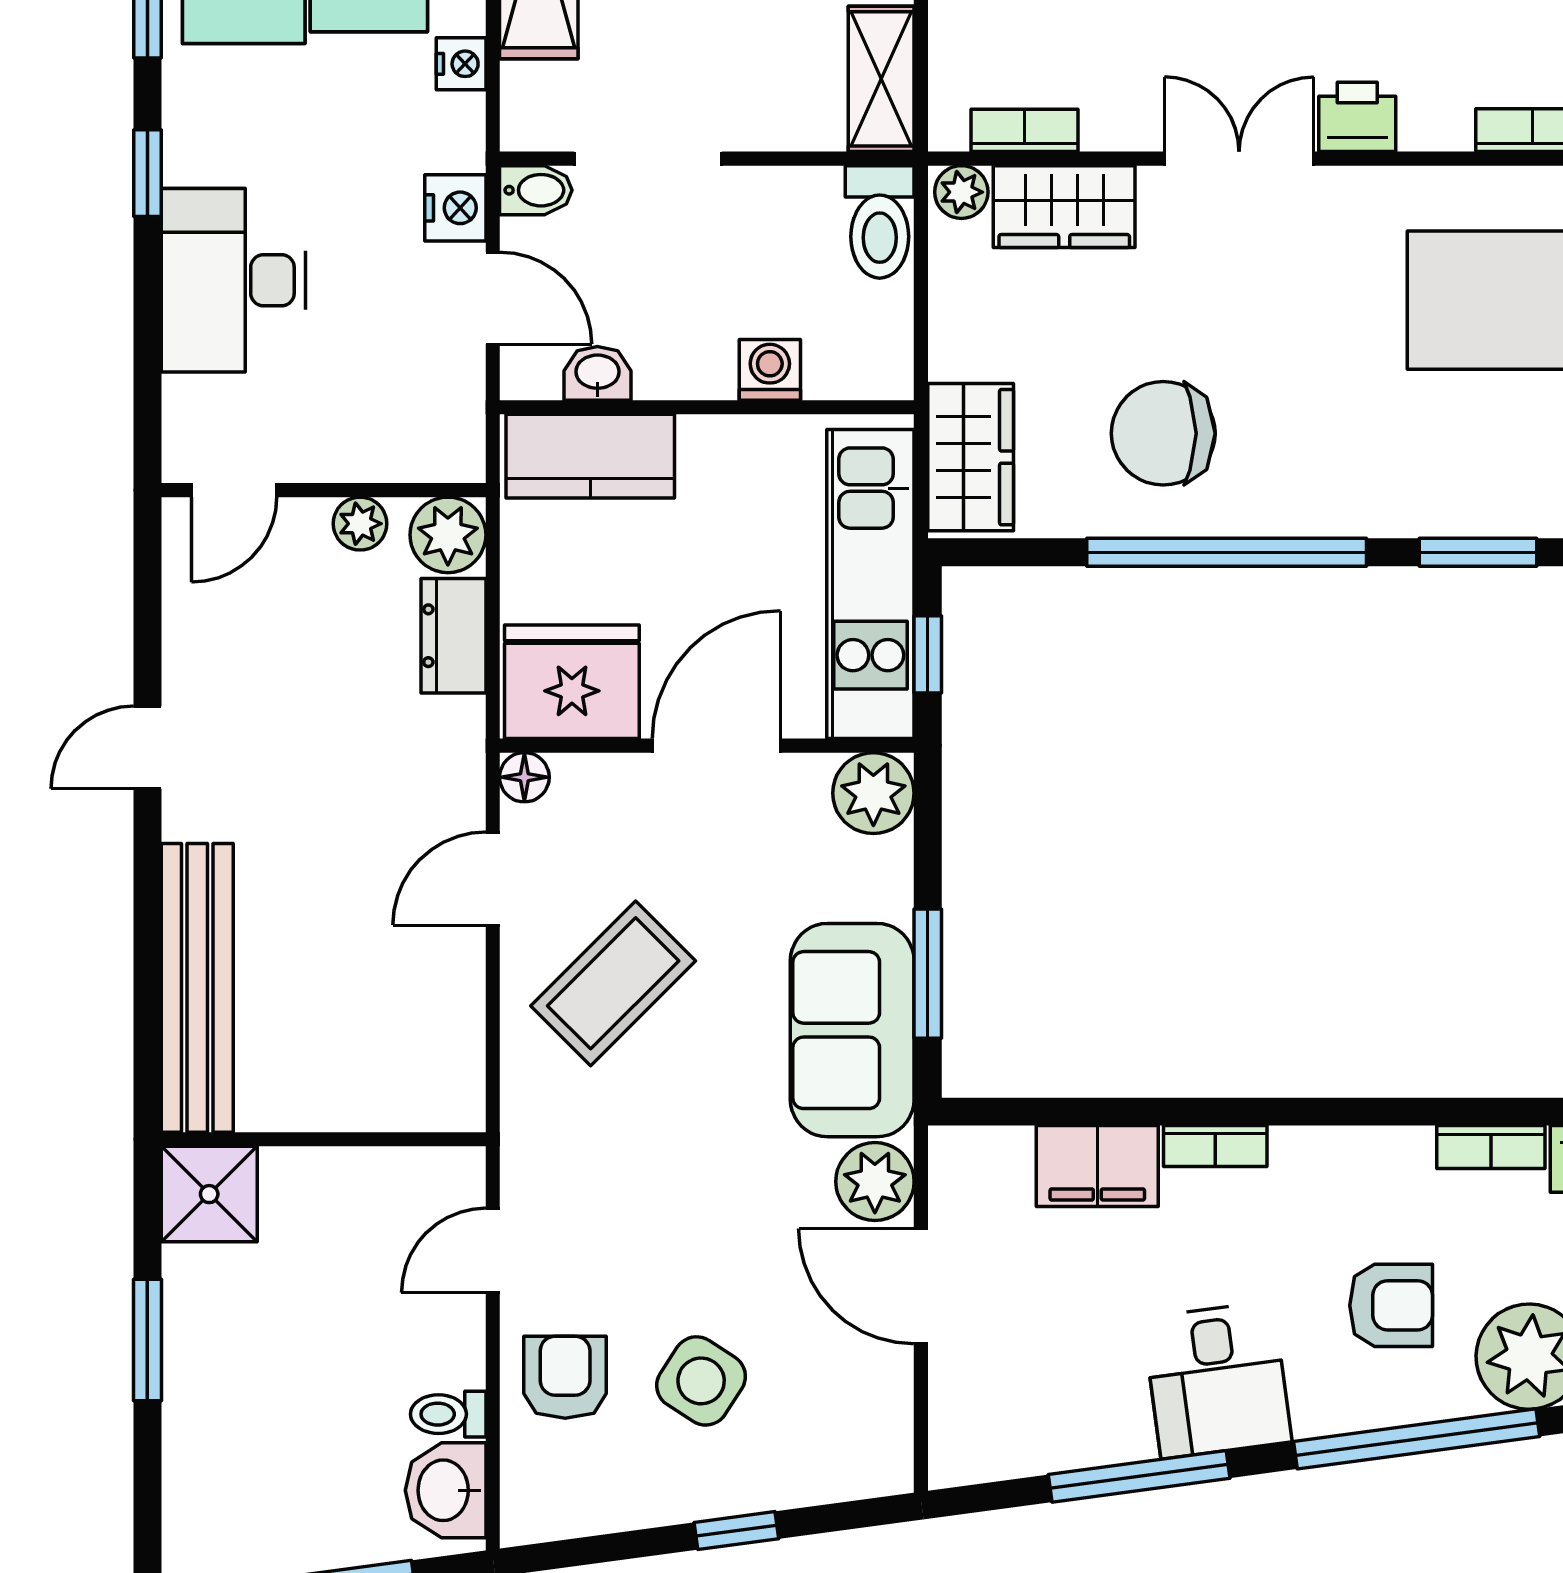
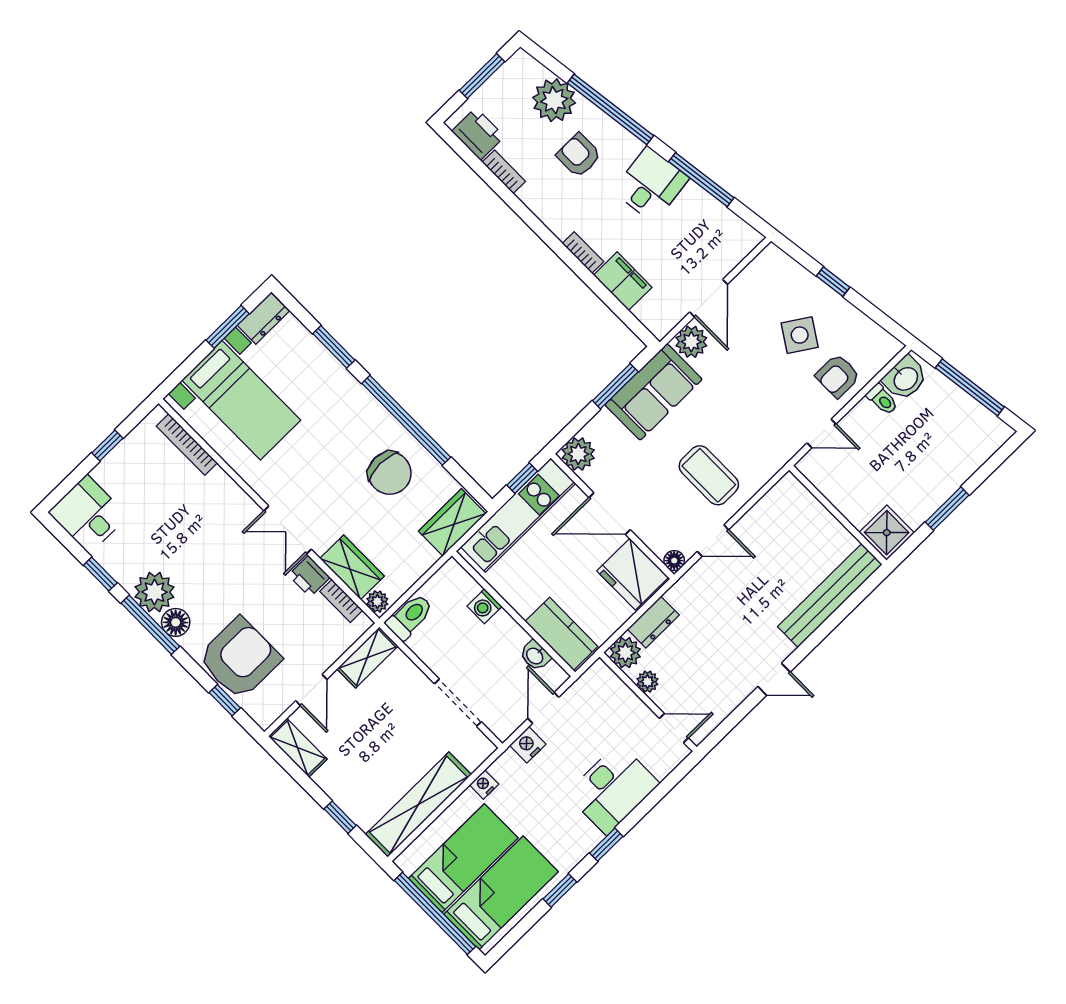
printer: (1357, 117) -> (309, 576), moved
bidet: (536, 190) -> (499, 726), removed
coffee table: (613, 983) -> (709, 475), turned 45

